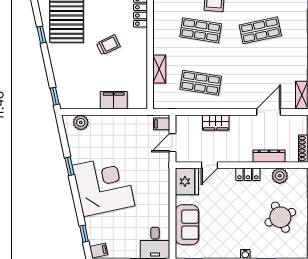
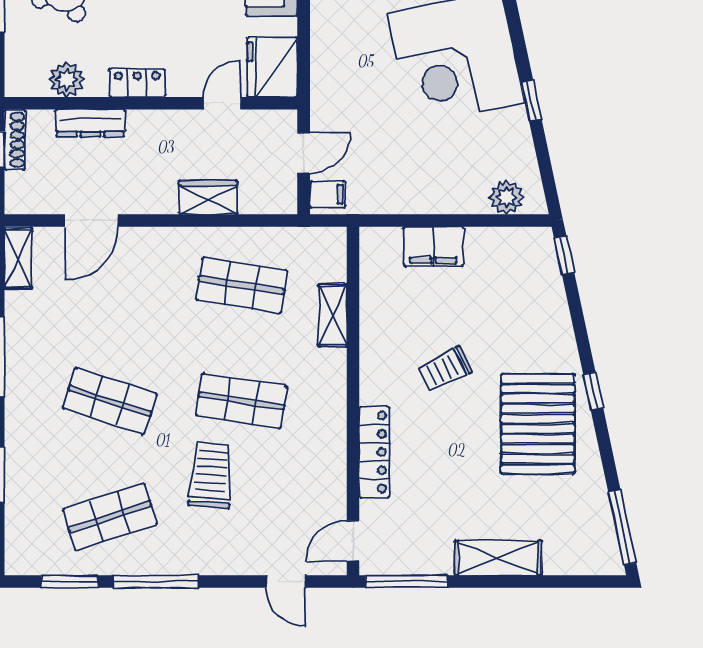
shop shelf: (260, 30) -> (110, 401), turned 30

